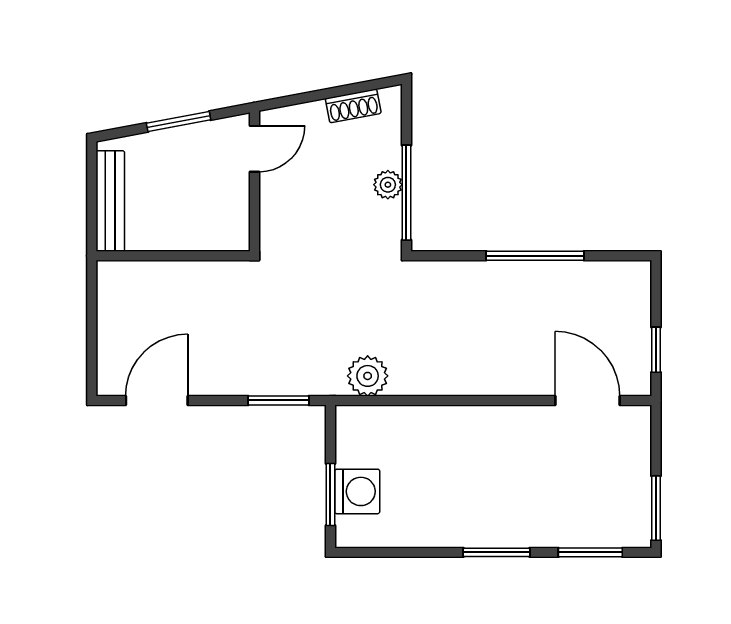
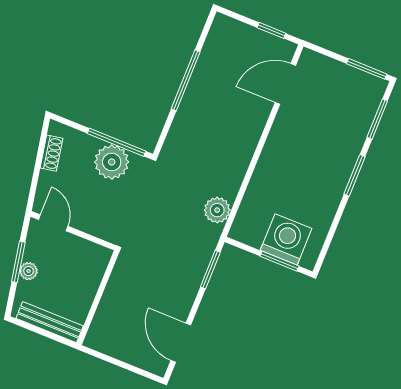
plant: (171, 141) -> (29, 271), added
plant: (388, 185) -> (112, 162), width x1.87, depth x1.87
washing machine: (357, 491) -> (286, 239), width x1.37, depth x1.37

